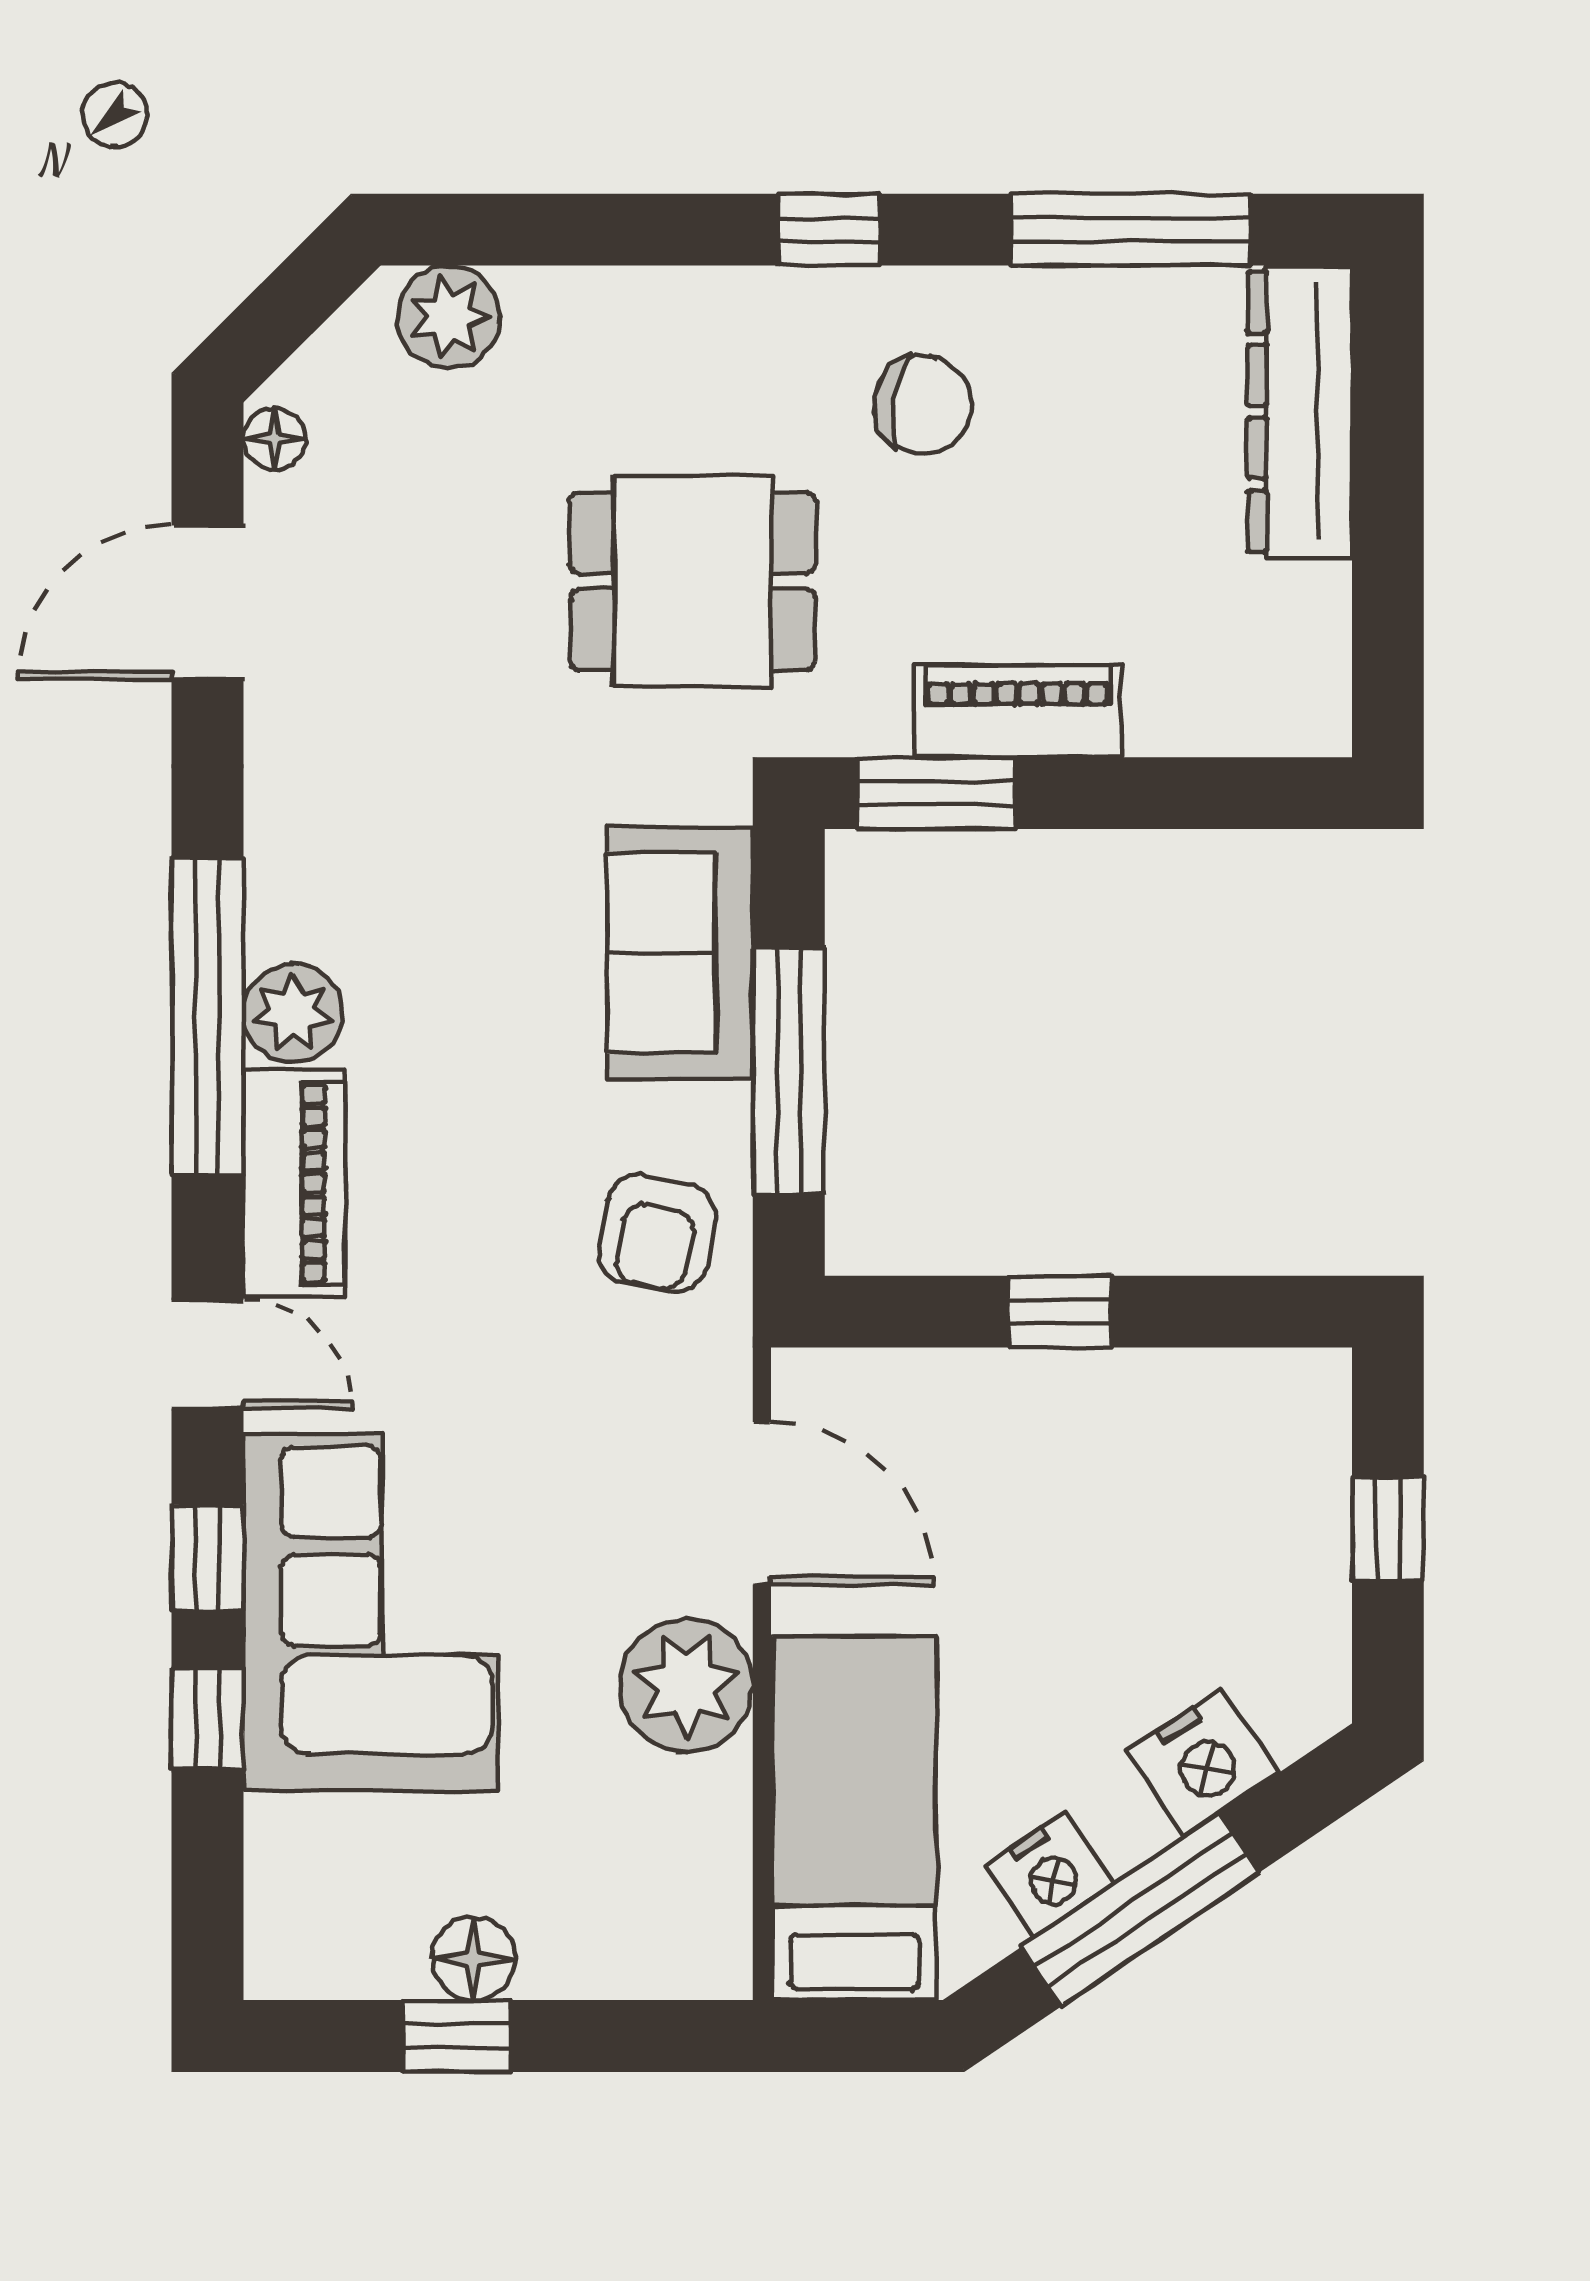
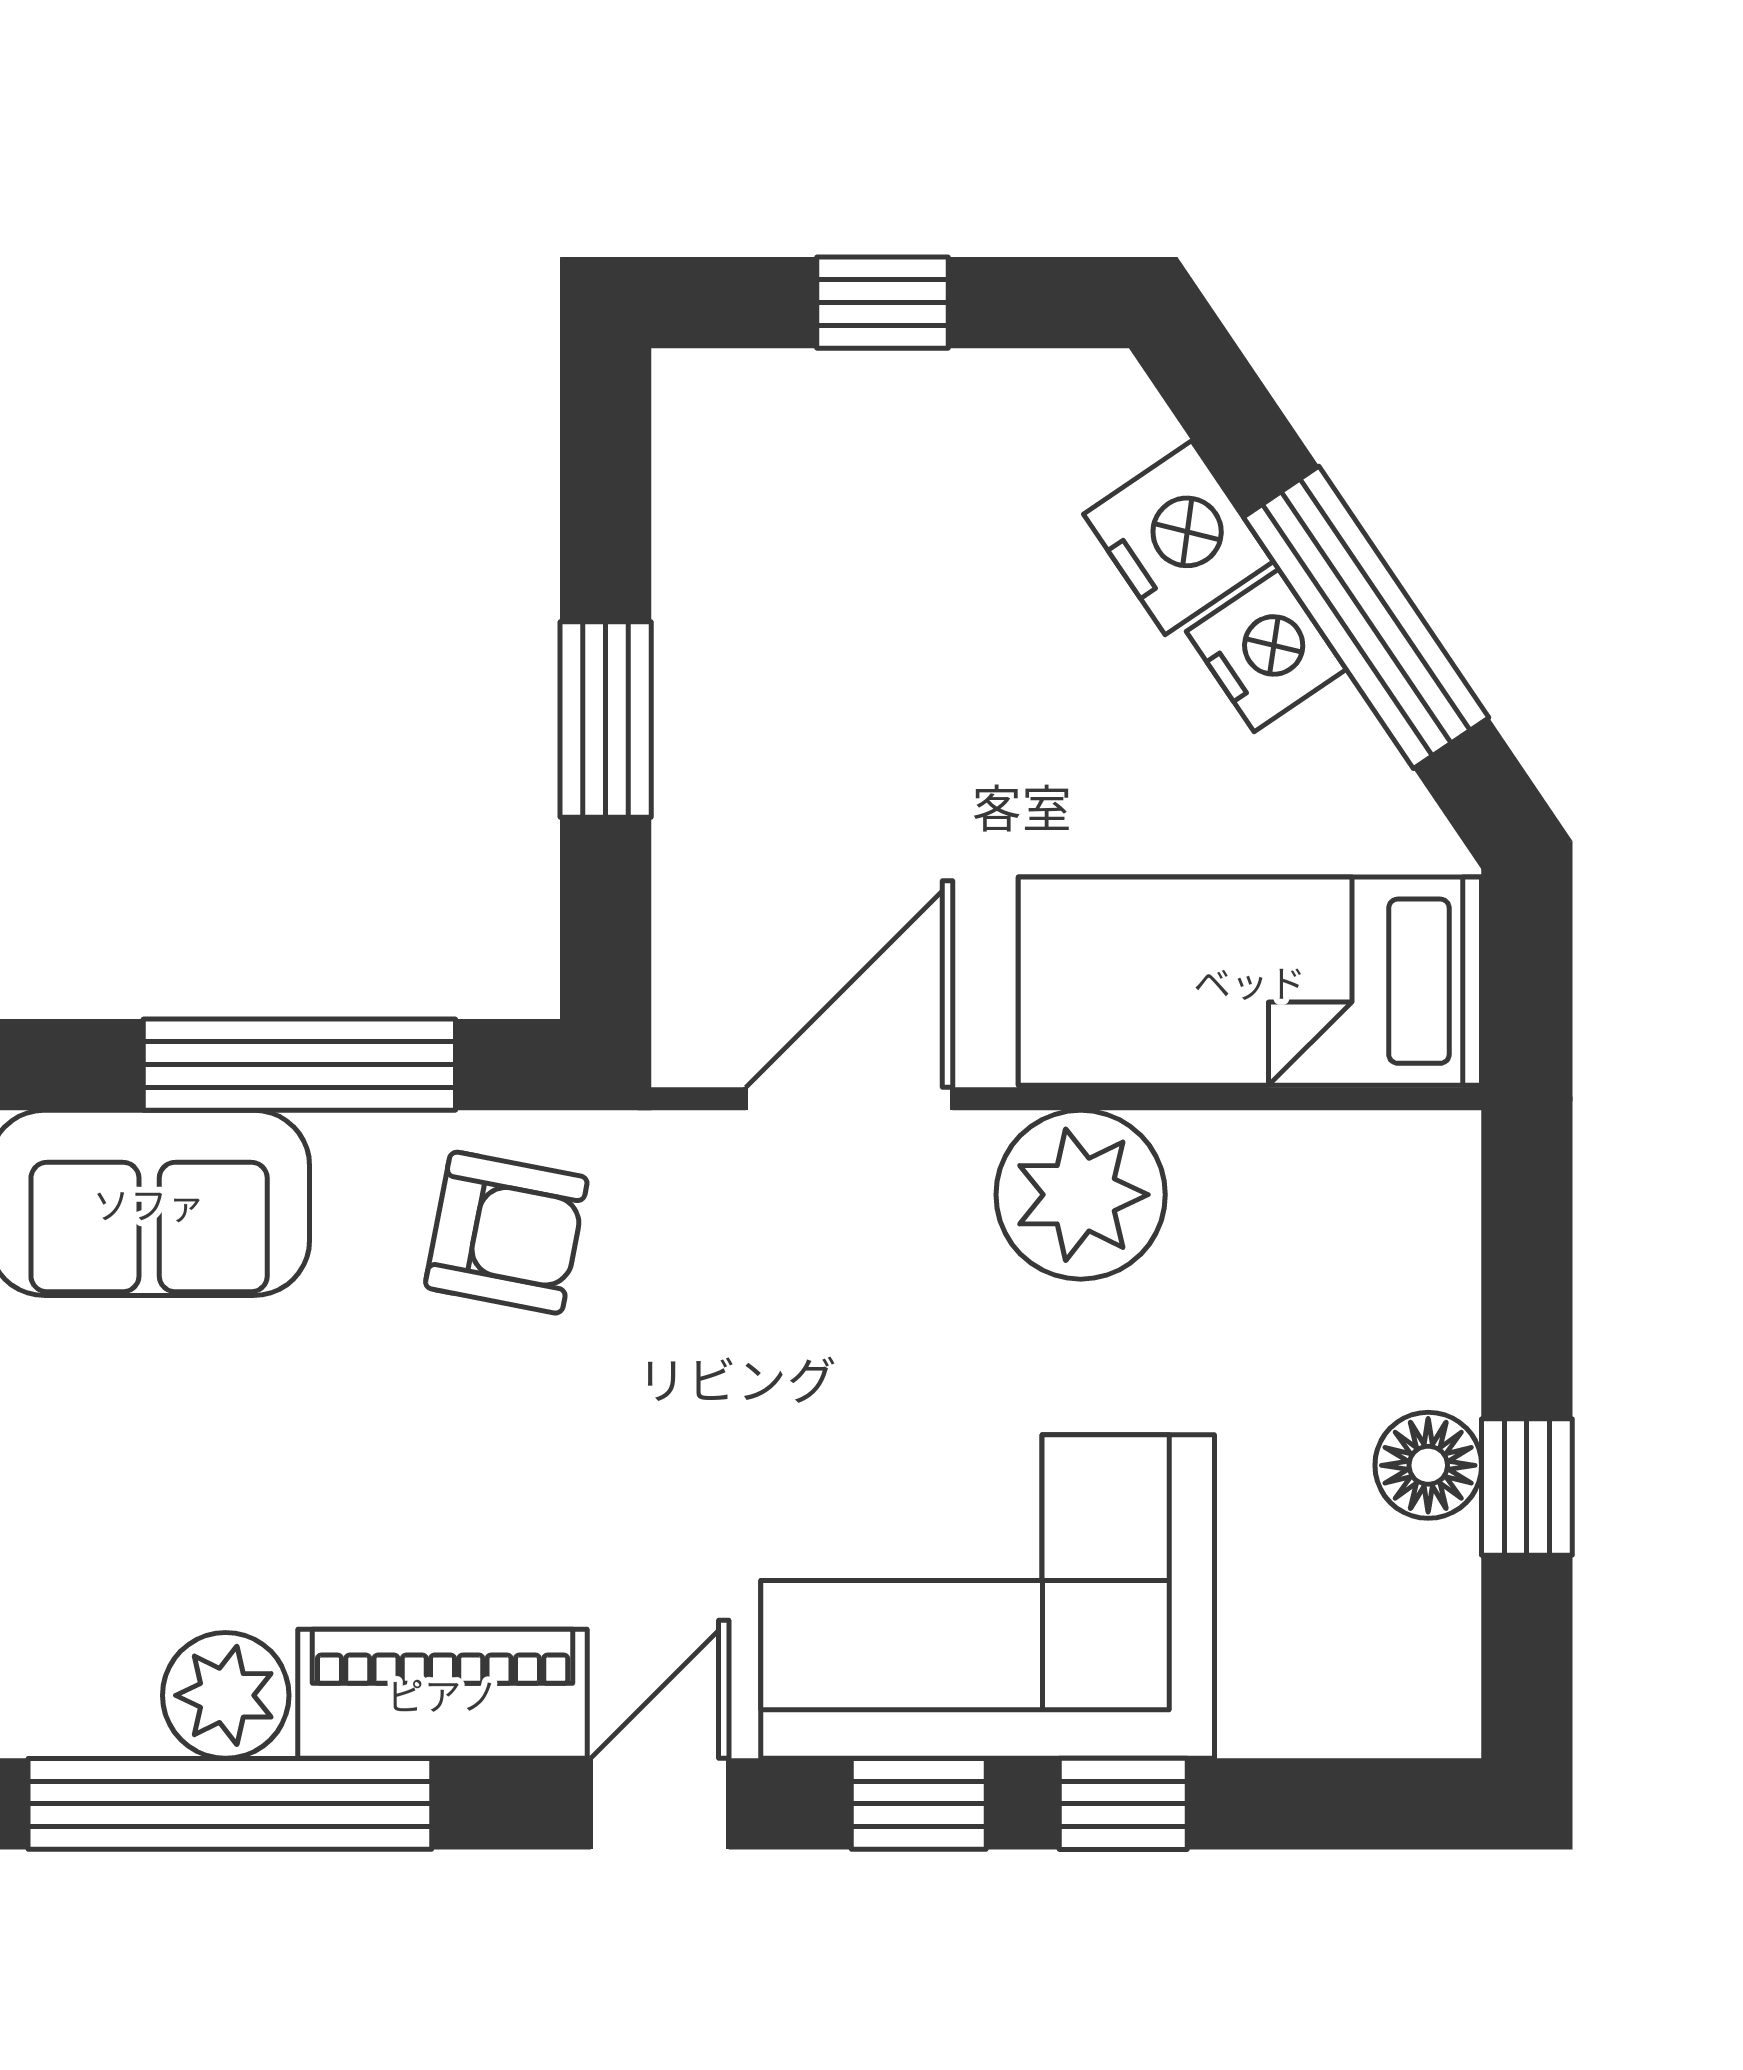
window: (1060, 1312) -> (606, 719), width x1.50
nightstand: (1050, 1875) -> (1266, 650), moved

